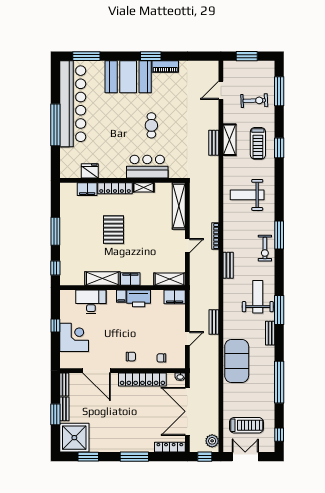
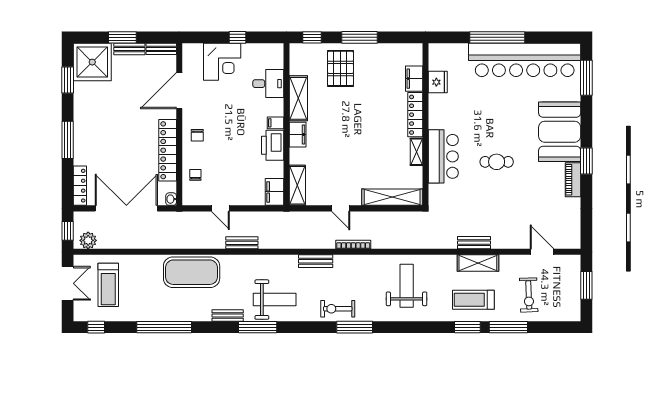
window: (279, 91) -> (508, 327), moved
pallet: (114, 230) -> (340, 68), moved, turned 90
desk: (91, 302) -> (268, 84), width x0.73

